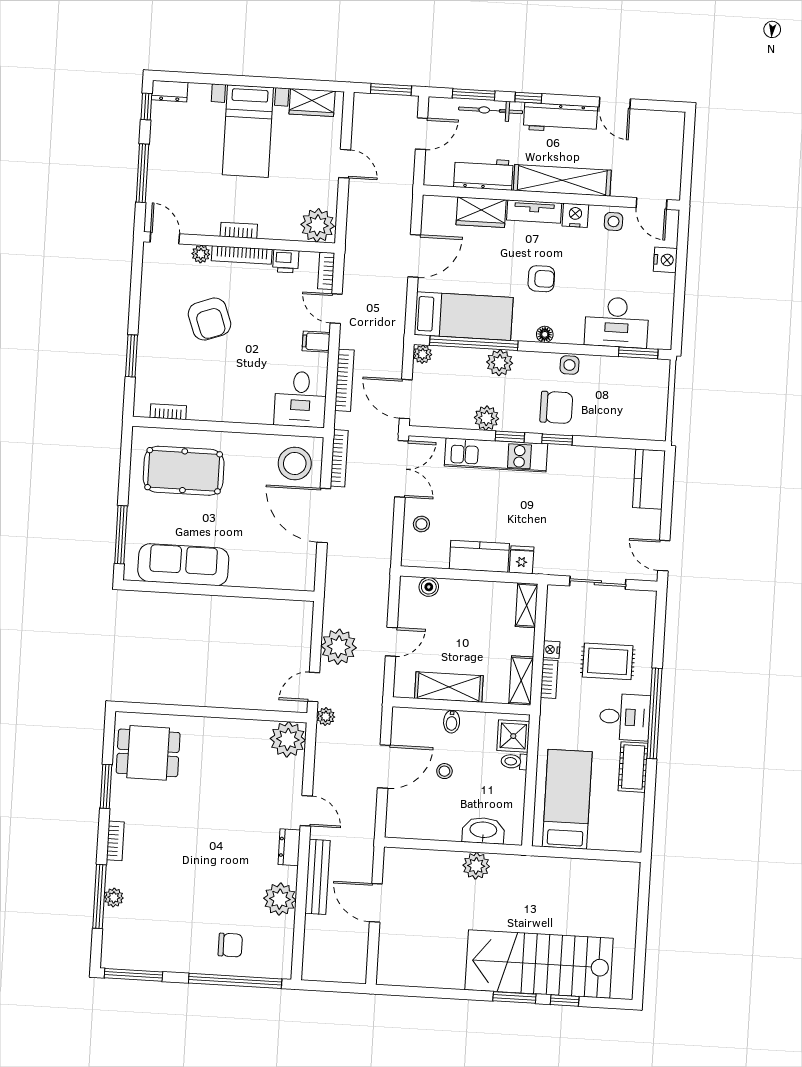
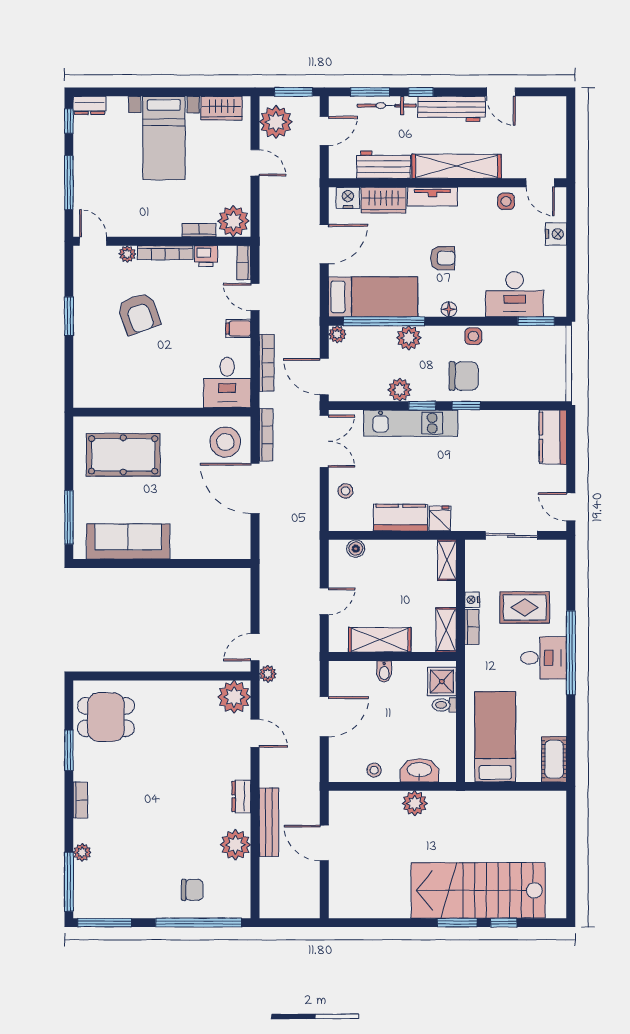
nightstand: (575, 215) -> (348, 198), moved
bookcase: (239, 230) -> (199, 230), moved
window: (132, 356) -> (69, 316), moved
bookcase: (168, 412) -> (106, 401), removed
plant: (339, 647) -> (276, 122), moved
cot: (633, 767) -> (554, 759), moved
stool: (444, 771) -> (374, 770), moved
door: (306, 811) -> (255, 733), moved
window: (99, 896) -> (69, 882), moved

